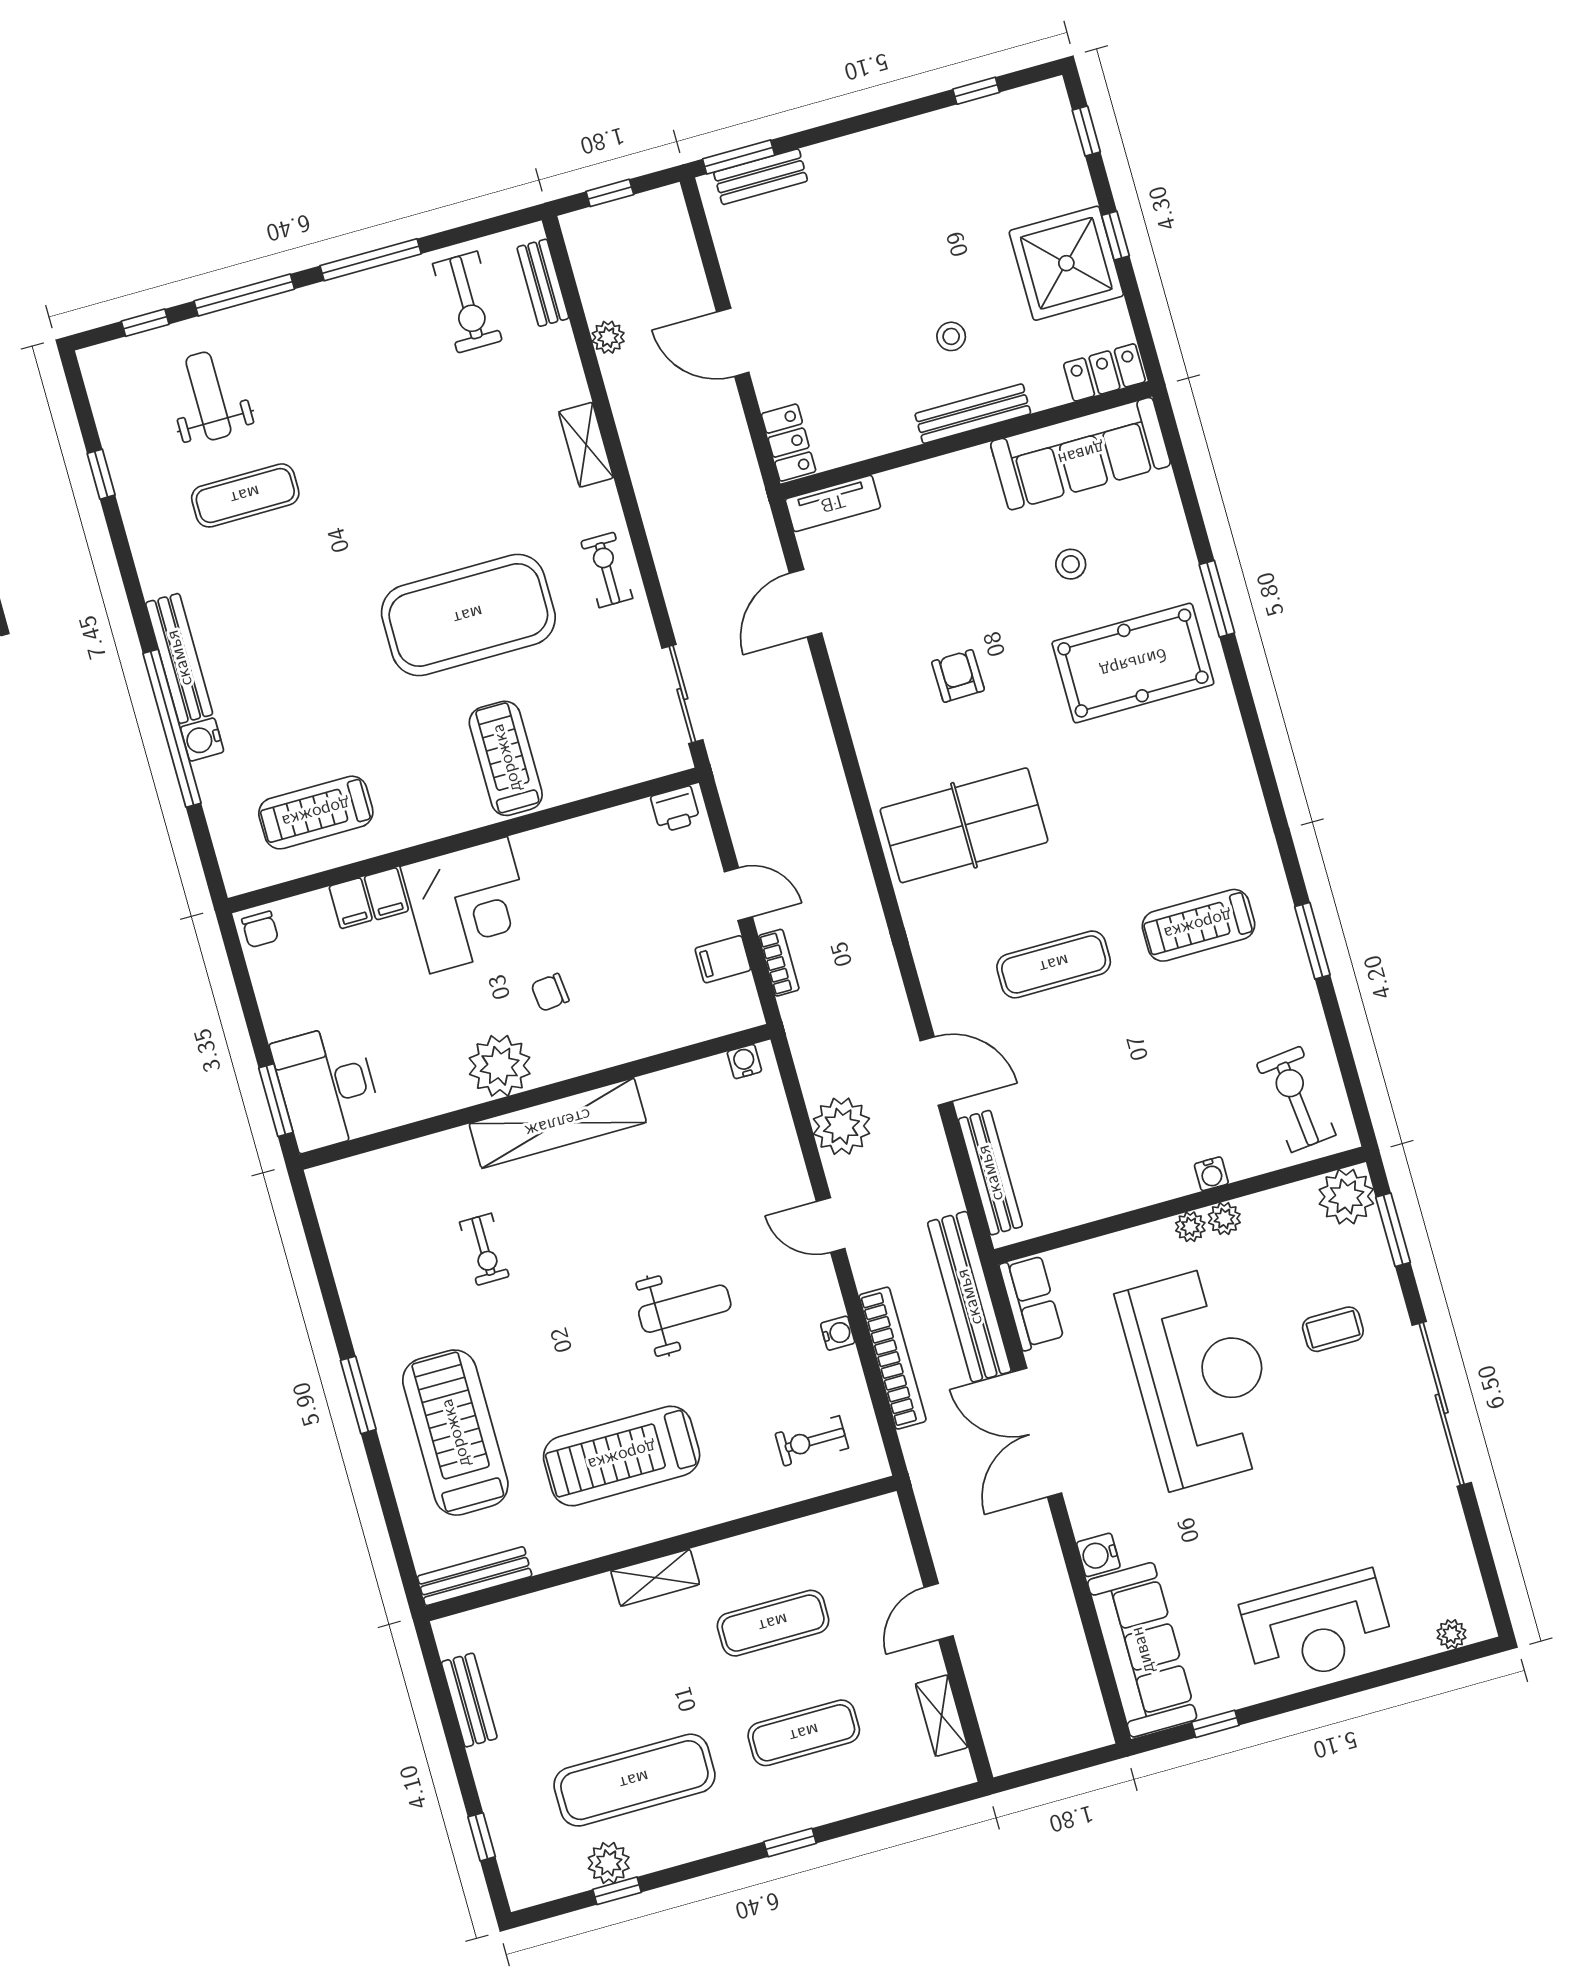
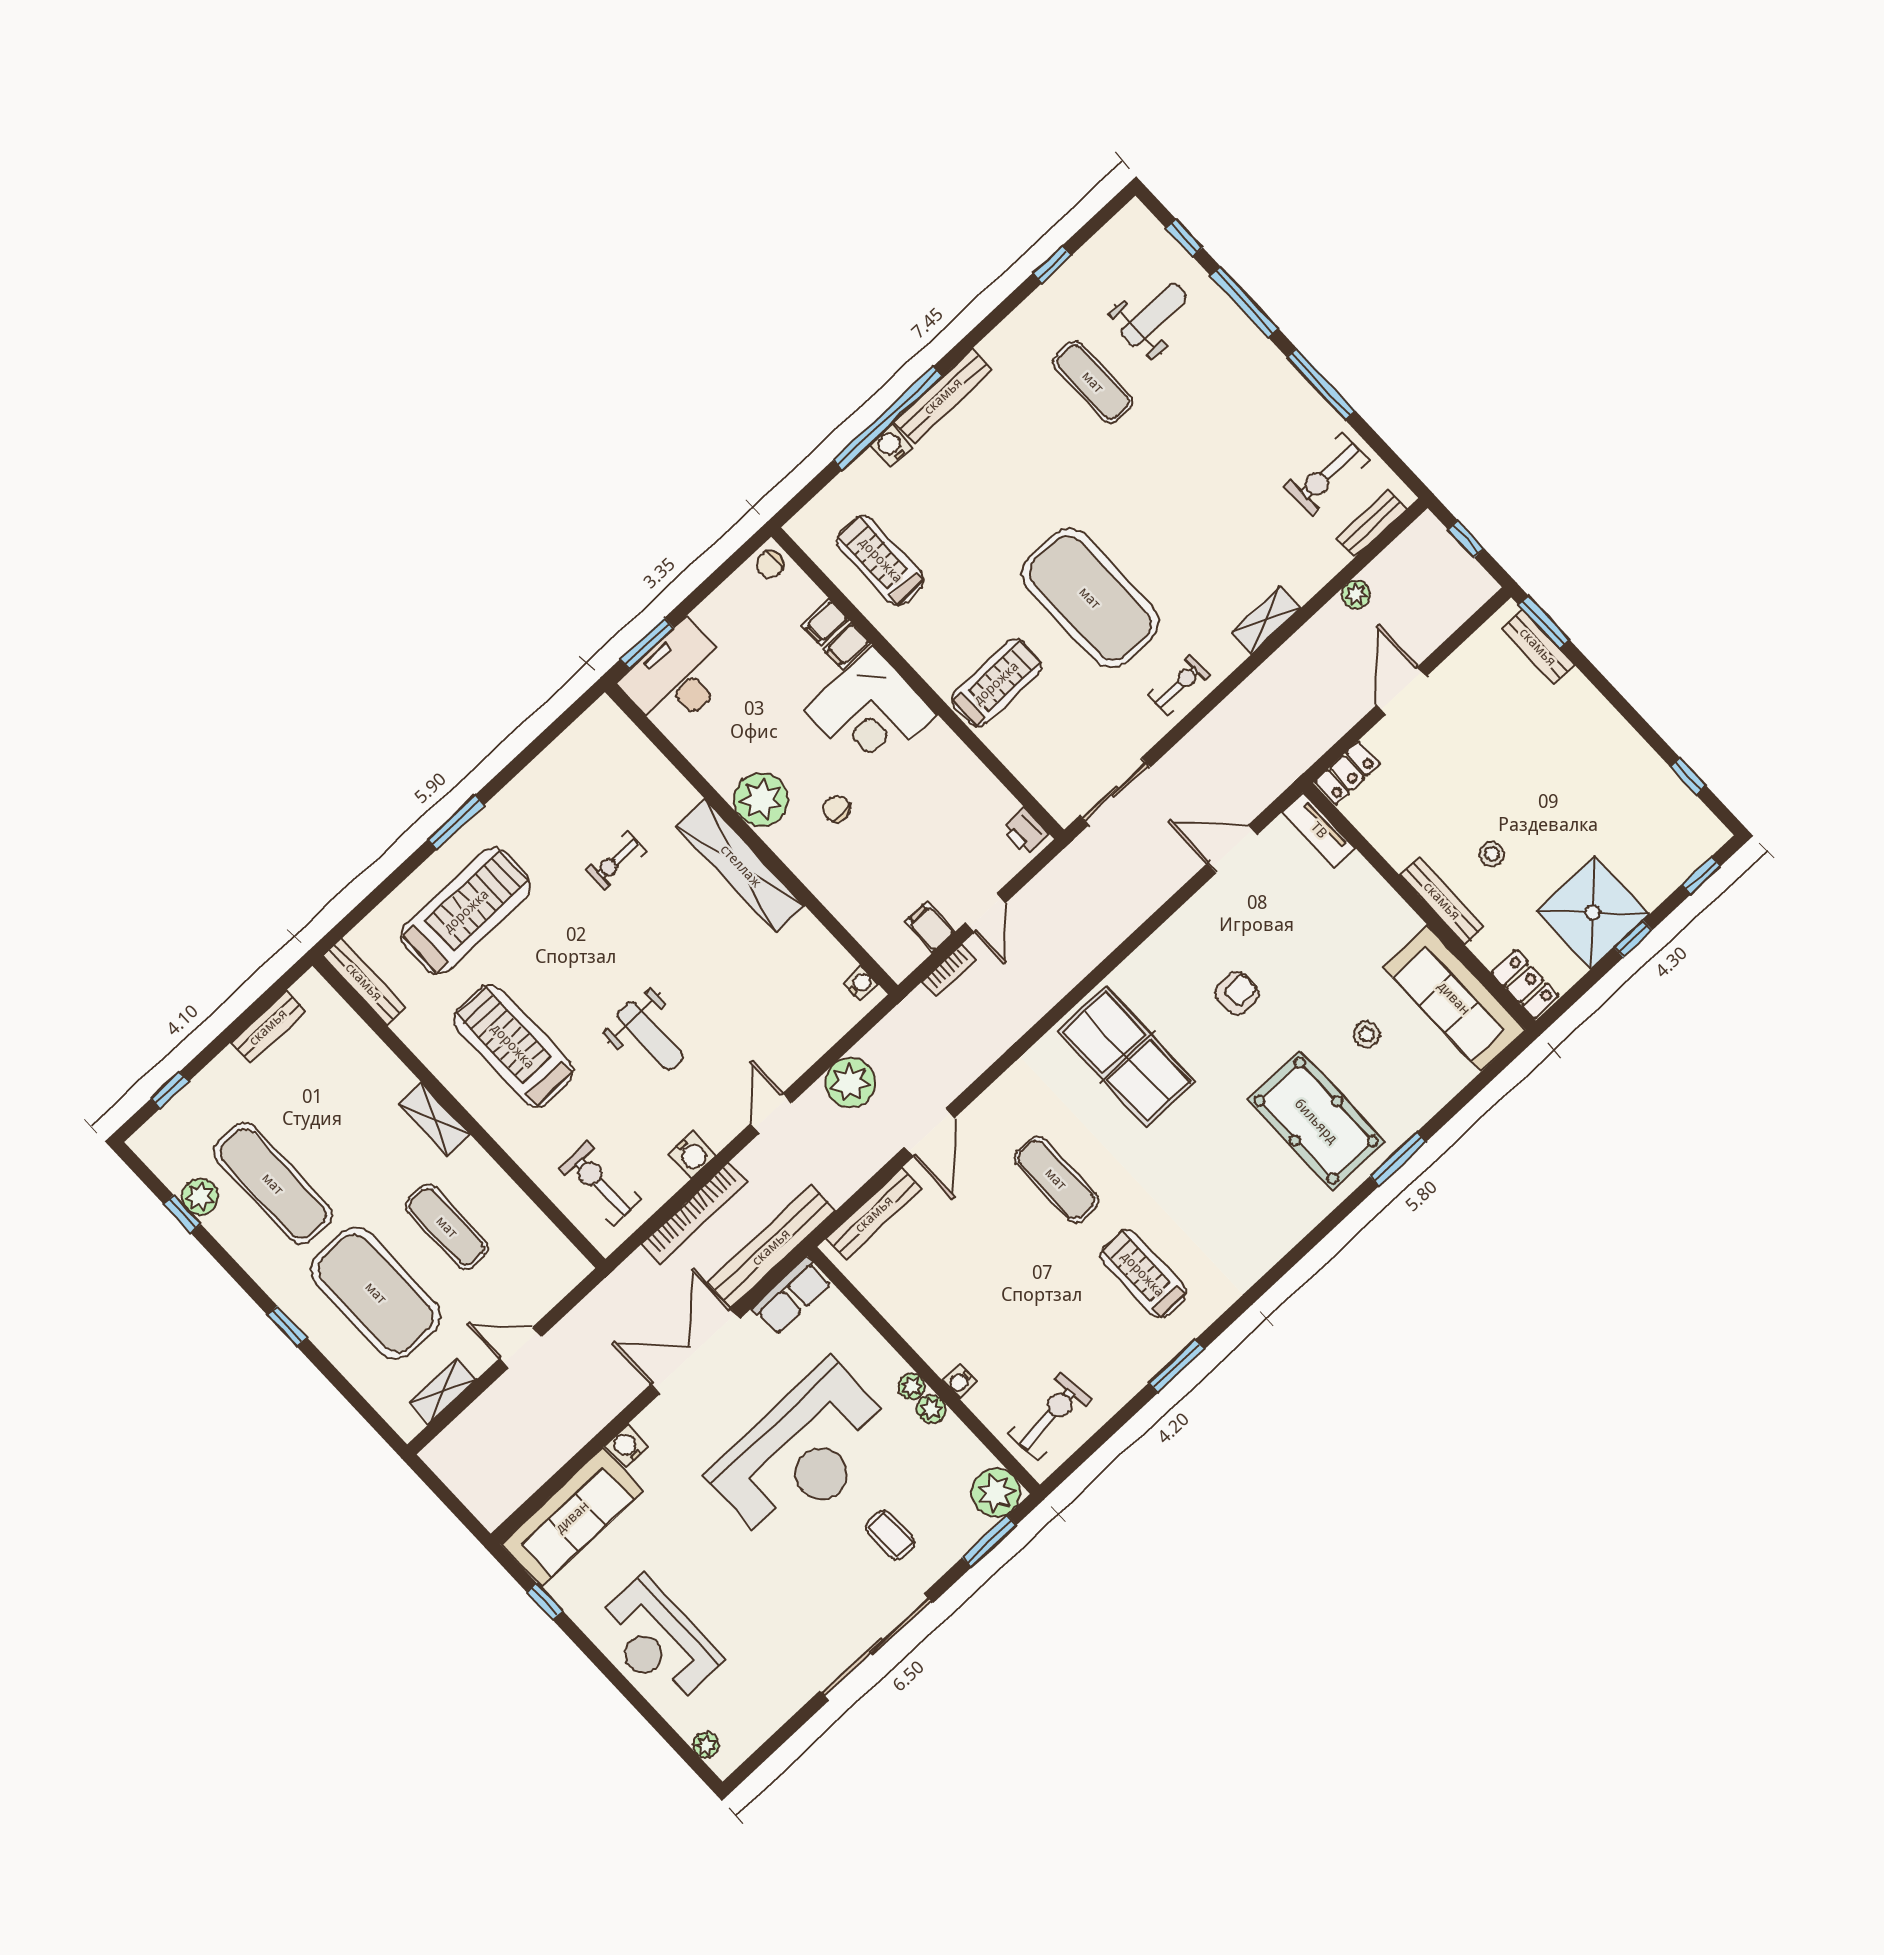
water cooler: (838, 1333) -> (692, 1155), width x1.38, depth x1.38
exercise bike: (812, 1441) -> (600, 1184), width x1.38, depth x1.39
exercise mat: (804, 1733) -> (376, 1293), width x2.00, depth x1.45

